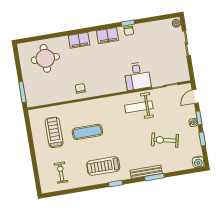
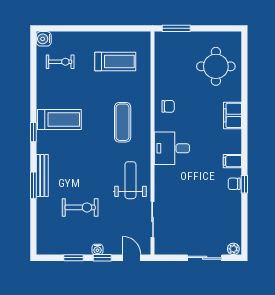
filing cabinet: (108, 36) -> (232, 161), width x0.50
desk: (137, 76) -> (172, 148), moved
exercise mat: (87, 132) -> (123, 122), moved
exercise bike: (165, 140) -> (80, 207), turned 77
water cooler: (198, 162) -> (44, 39), moved
treadmill: (103, 166) -> (59, 119), turned 90

